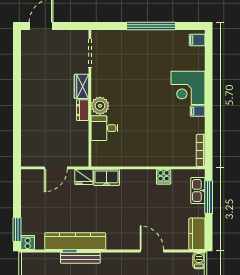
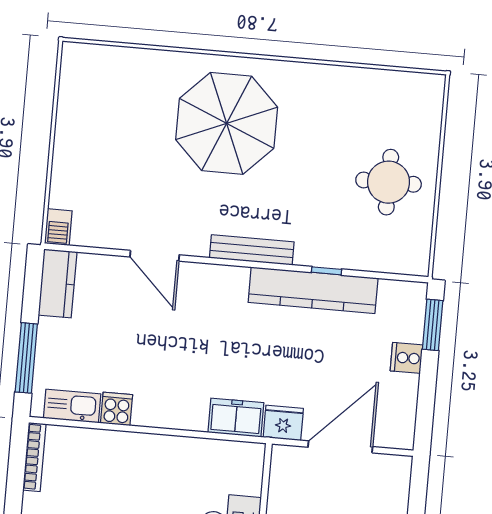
door: (56, 168) -> (340, 447), width x1.36
kitchen sink: (198, 190) -> (72, 406), moved, turned -90
cooker: (28, 243) -> (406, 358), moved, turned 90
bench: (80, 258) -> (252, 250), moved

